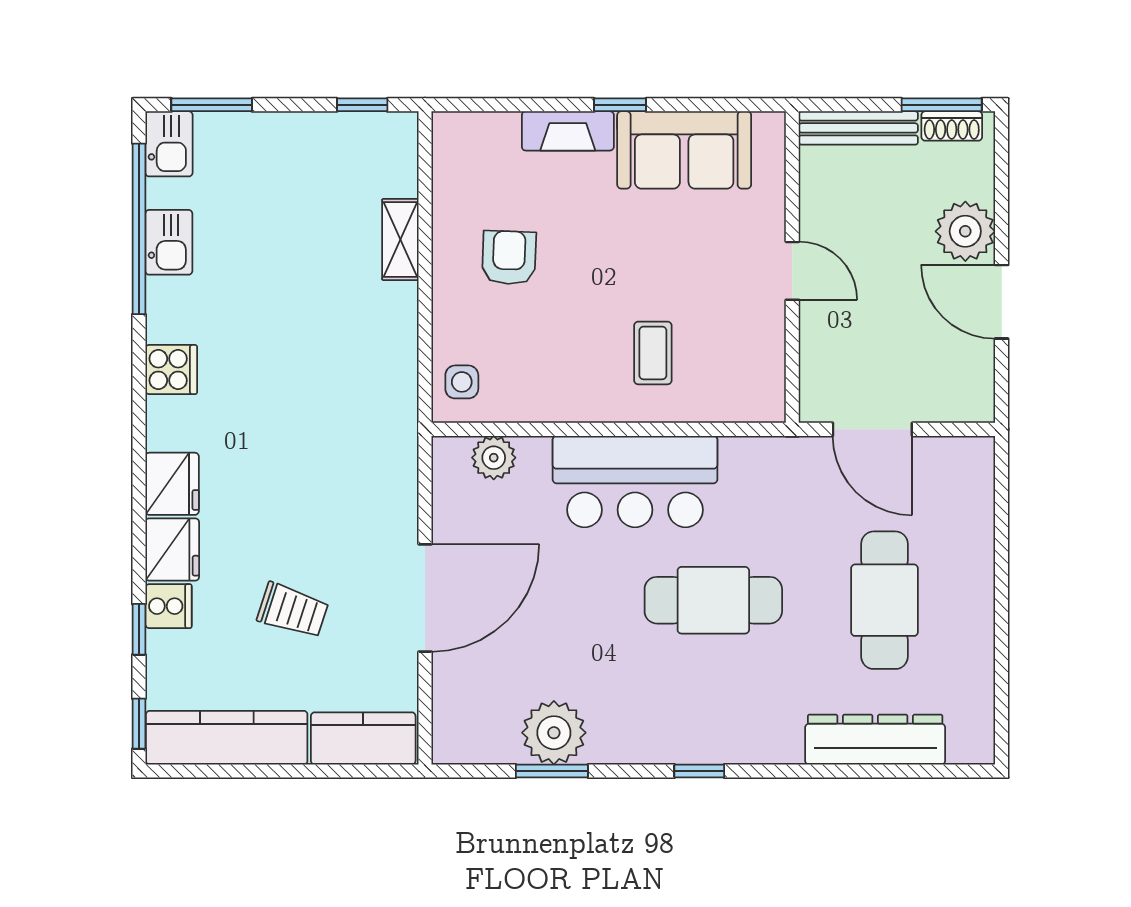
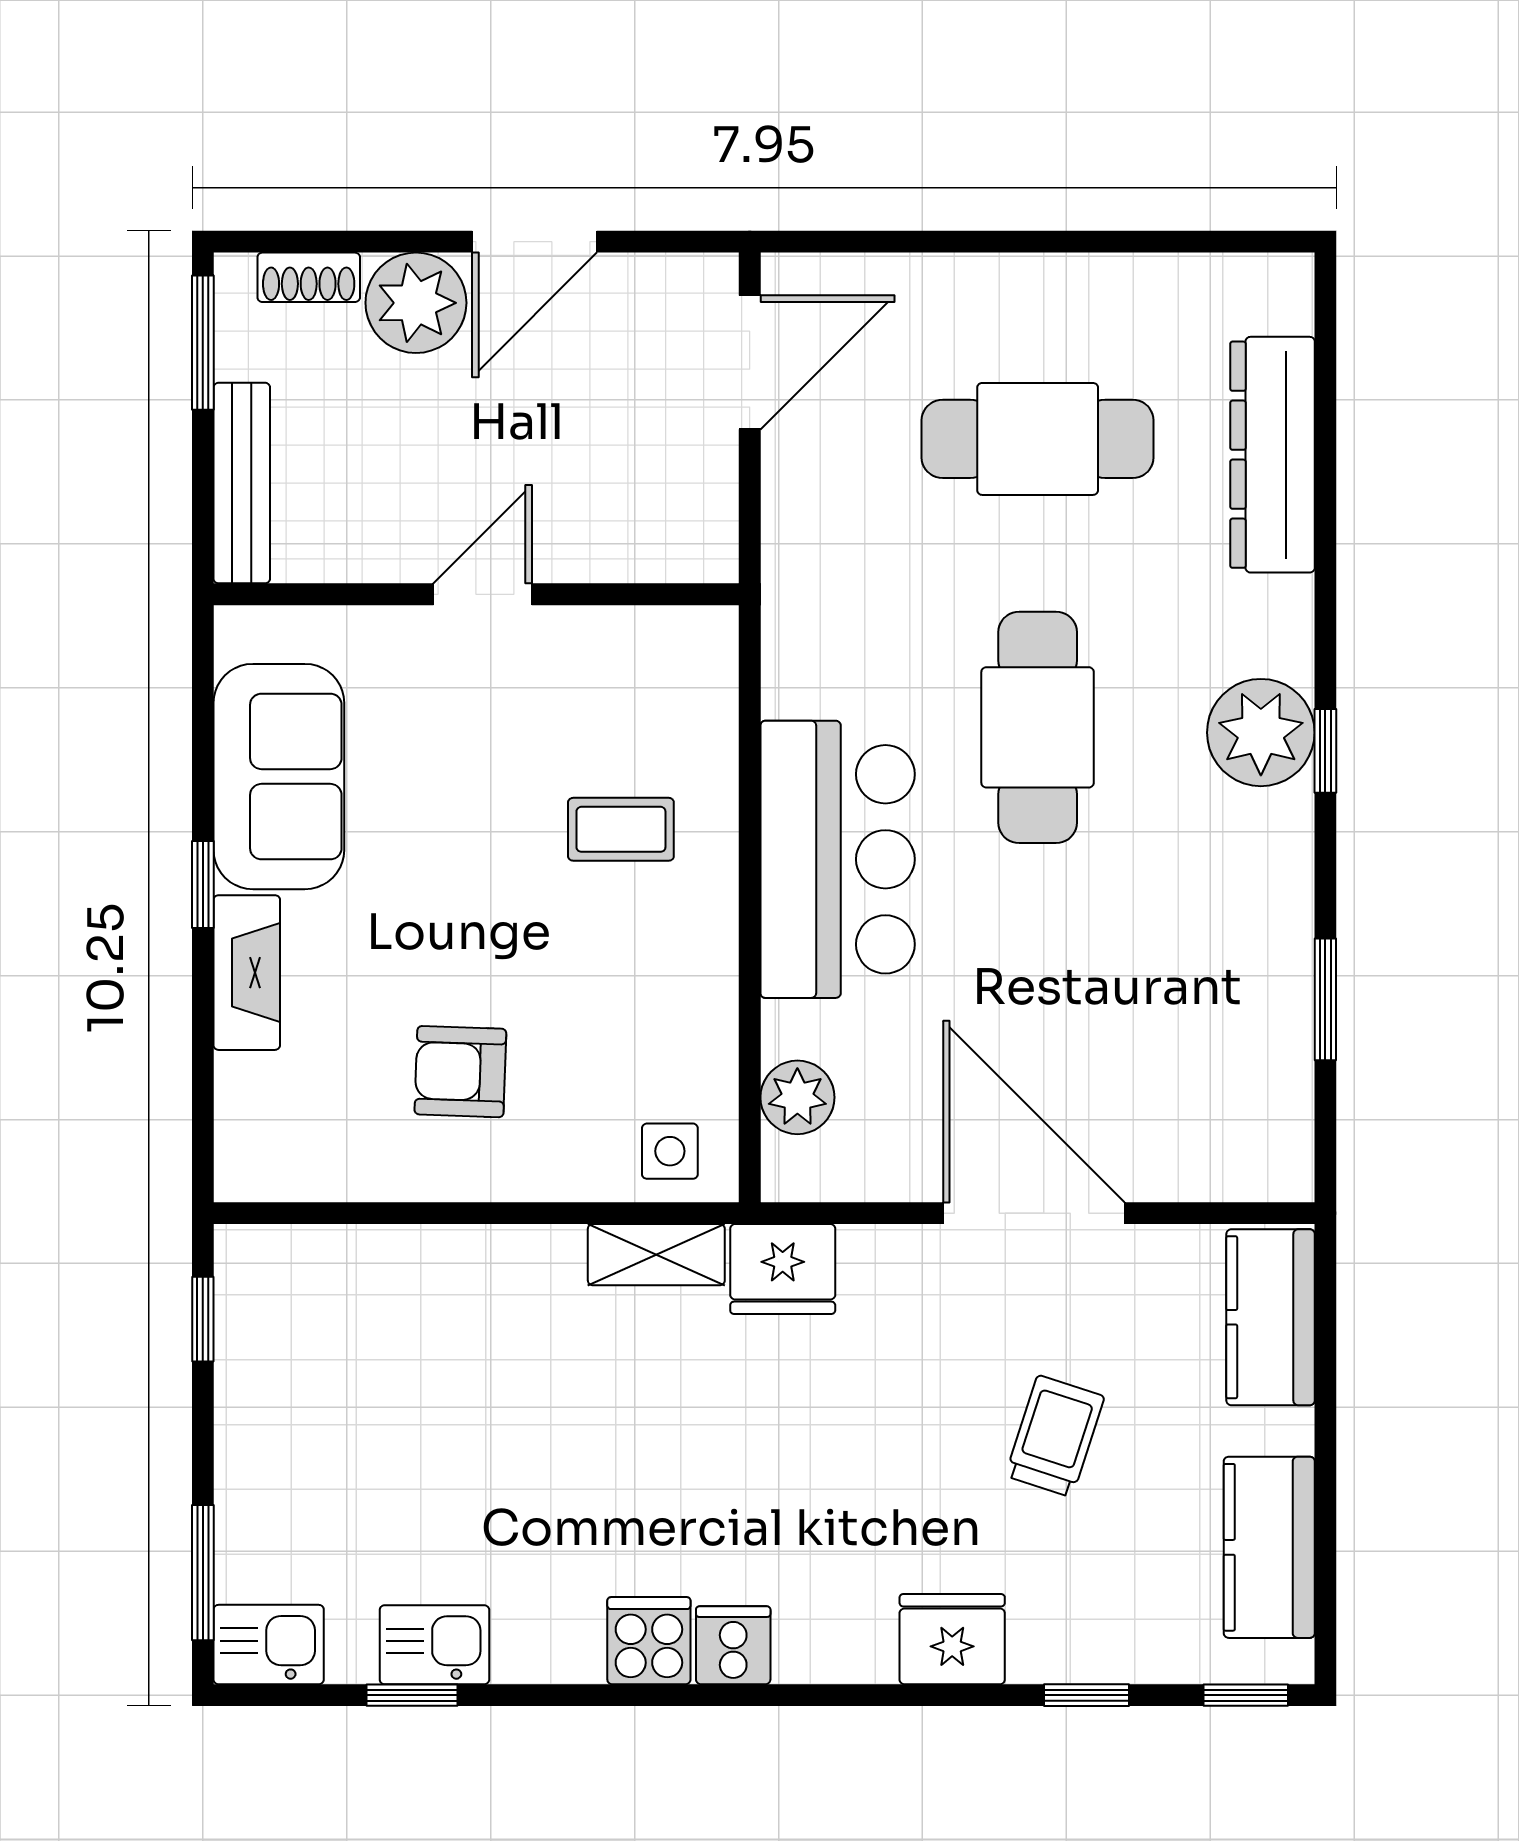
shoe rack: (952, 126) -> (309, 277), moved, turned 90
window: (139, 229) -> (412, 1695), width x0.32
shelving: (400, 240) -> (656, 1255), moved
door: (872, 429) -> (750, 362), moved
fridge: (172, 484) -> (783, 1269), moved, turned 180
cooker: (169, 606) -> (733, 1645), moved
plant: (554, 733) -> (1261, 733), moved
kitchen counter: (227, 738) -> (1269, 1547), width x0.67

